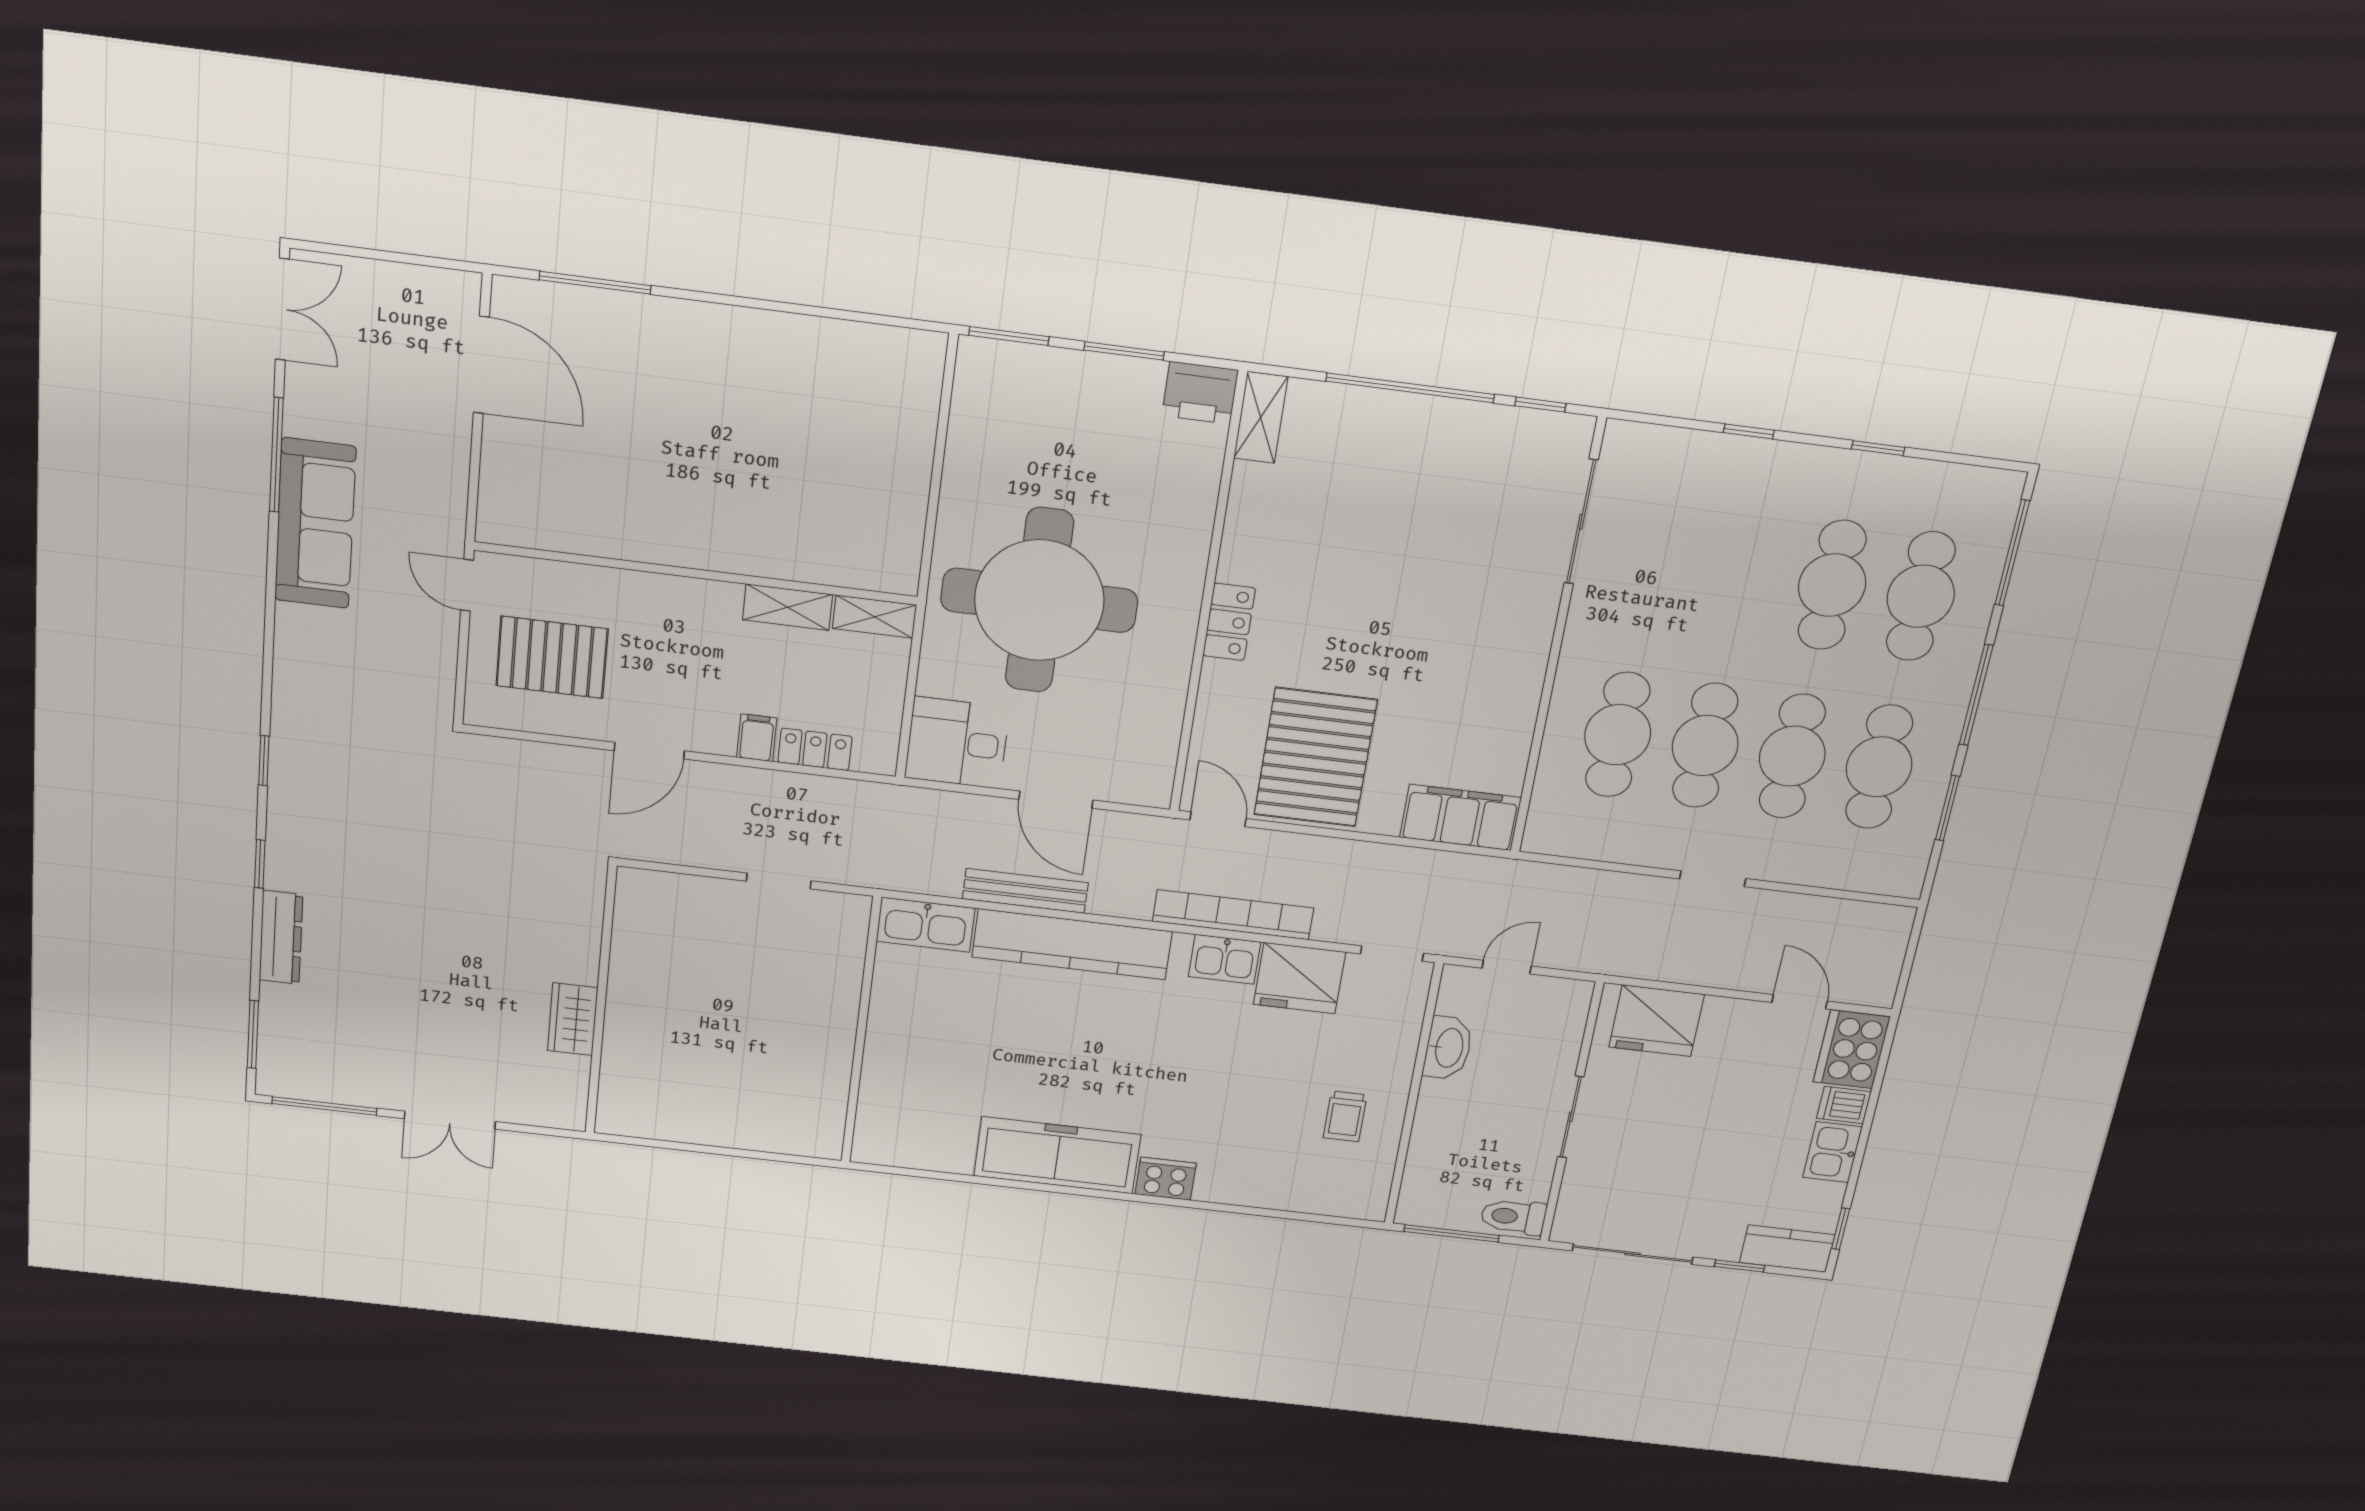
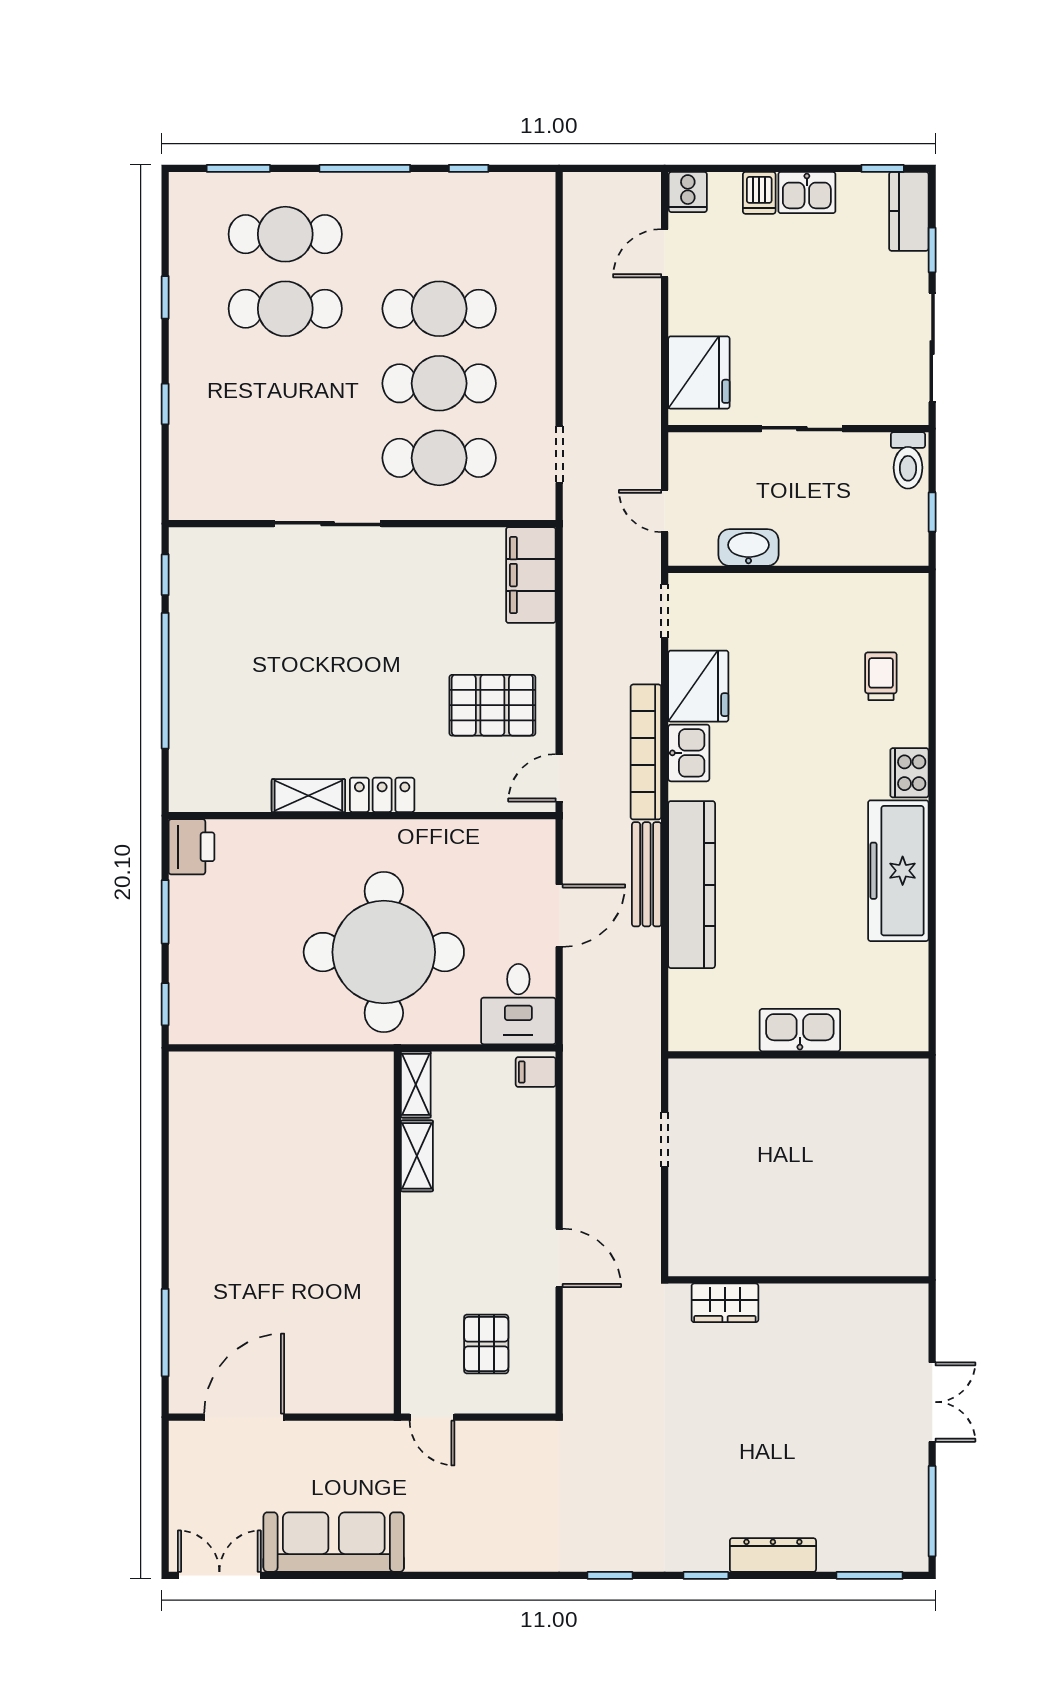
window: (1009, 336) -> (165, 1004), width x0.67
shelving: (1261, 417) -> (308, 796), moved
window: (276, 455) -> (341, 1575), removed
sliding door: (1581, 522) -> (328, 524), moved
sofa: (315, 524) -> (334, 1542), moved
window: (2012, 553) -> (238, 168), width x0.69
door: (467, 585) -> (432, 1417), hinge flipped
pallet: (552, 657) -> (486, 1344), width x0.67, depth x0.71
filing cabinet: (757, 738) -> (536, 1072), moved
locker: (815, 749) -> (540, 1121), removed
pallet: (1315, 757) -> (492, 705), width x0.73, depth x0.71
cafe table: (1879, 767) -> (439, 234), removed
window: (1947, 808) -> (469, 168), width x0.67
doorway: (1713, 879) -> (559, 454), moved
bench: (1025, 891) -> (647, 874), moved
kitchen sink: (926, 925) -> (800, 1030), moved, turned -90
wardrobe: (573, 1019) -> (725, 1303), moved
cooker: (1852, 1049) -> (688, 192), width x0.53, depth x0.76
trolley: (1345, 1116) -> (881, 676), moved, turned -90
window: (1452, 1233) -> (932, 512), width x0.46

